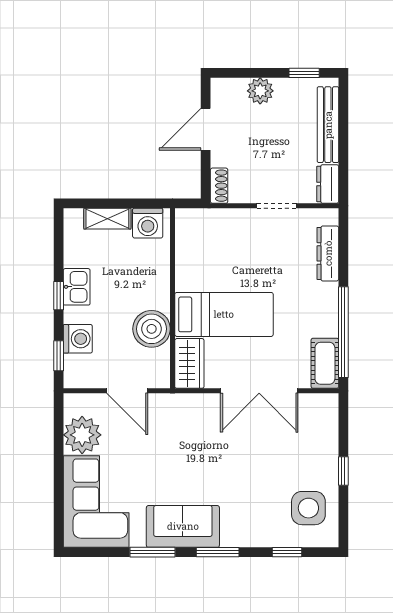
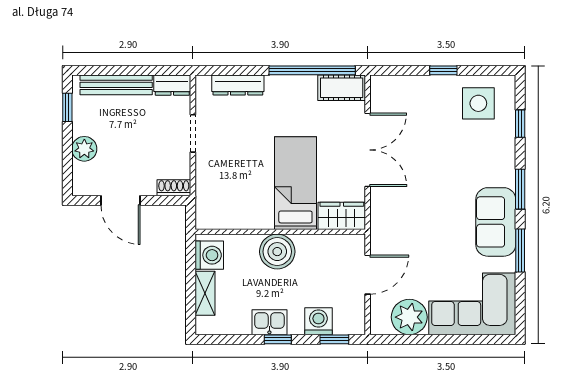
boiler: (152, 329) -> (277, 252), moved

